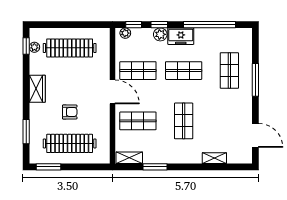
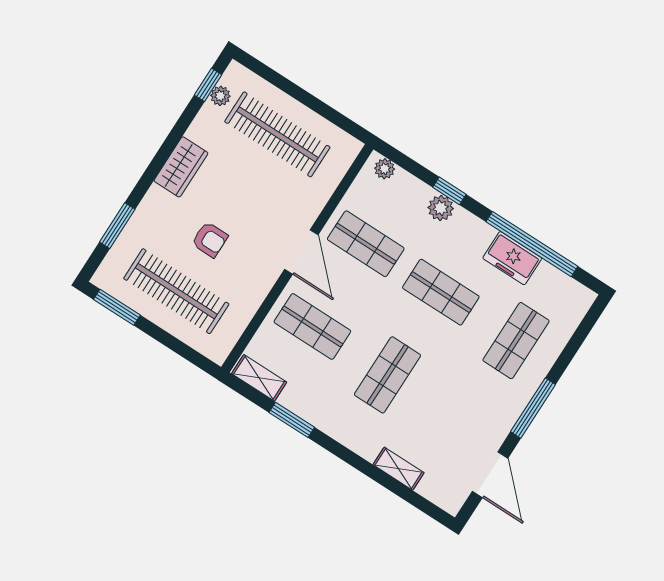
window: (134, 25) -> (407, 164), removed
freezer: (181, 36) -> (512, 258), moved
window: (255, 80) -> (533, 408), moved

